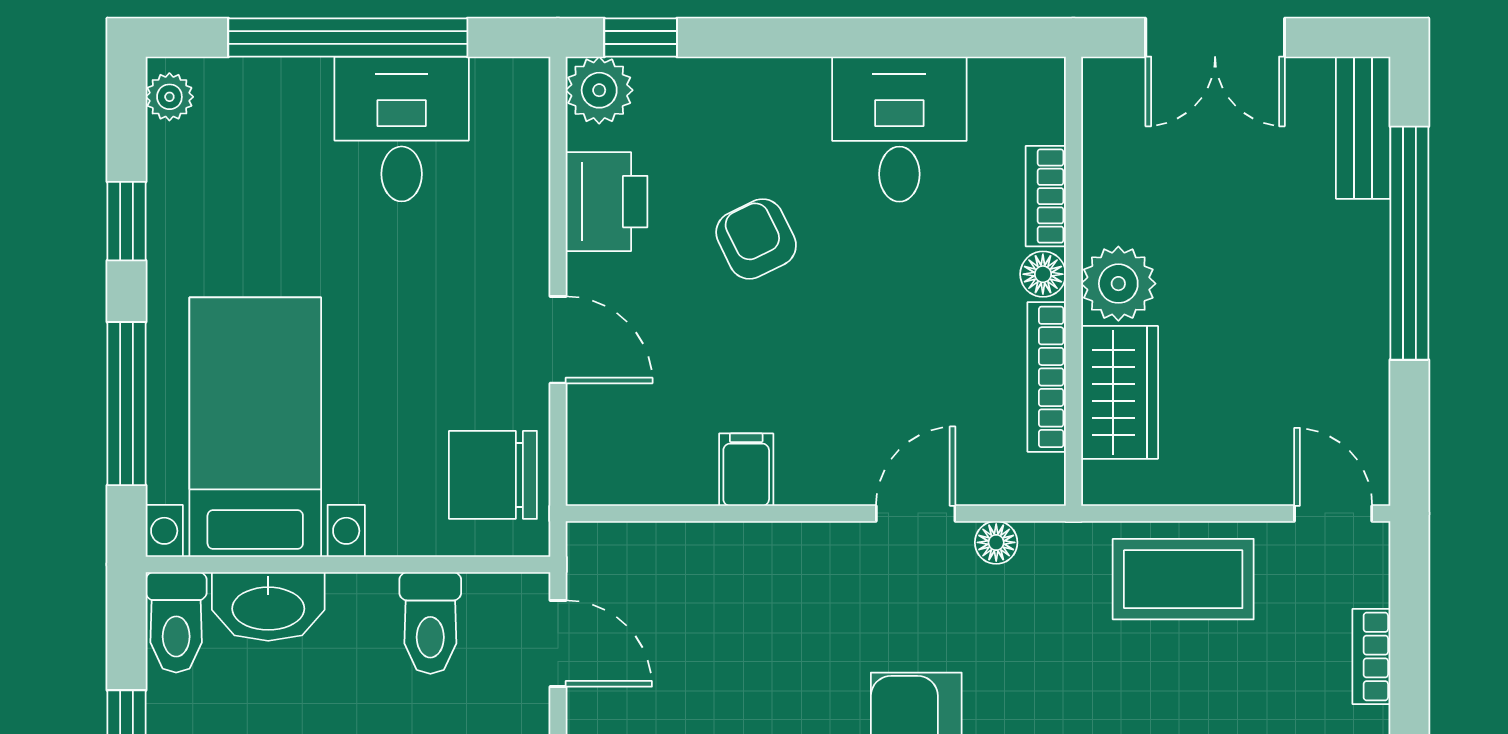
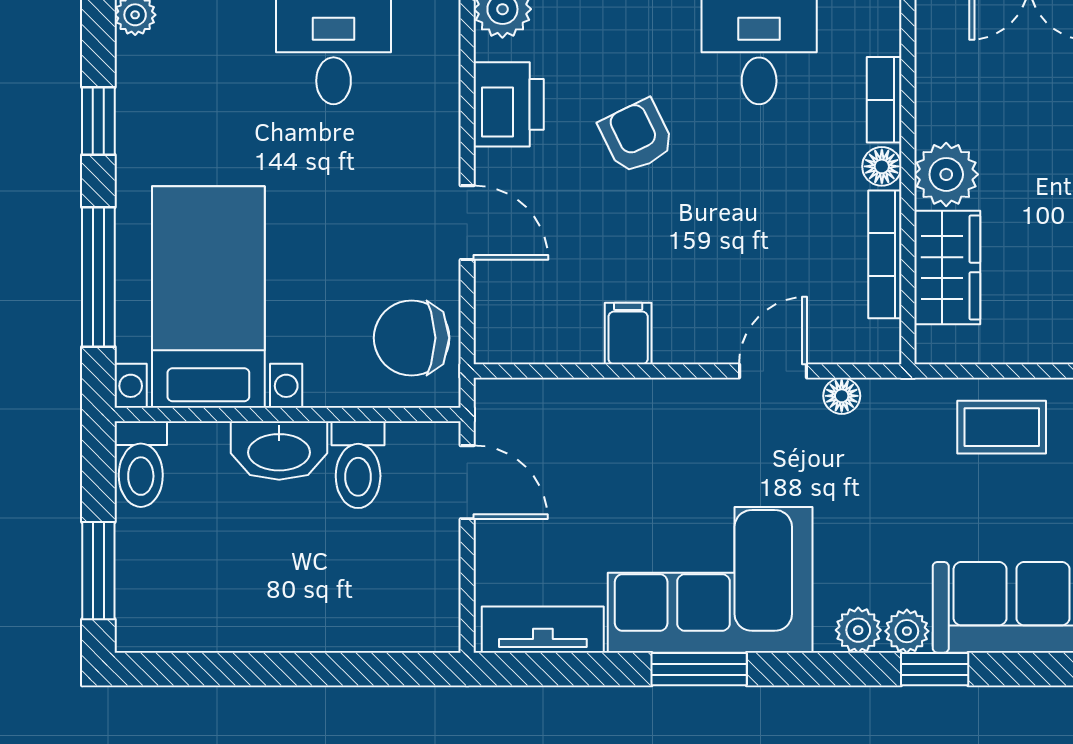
coffee table: (1183, 579) -> (1002, 427), width x0.73, depth x0.77
washbasin: (268, 606) -> (279, 451), moved

